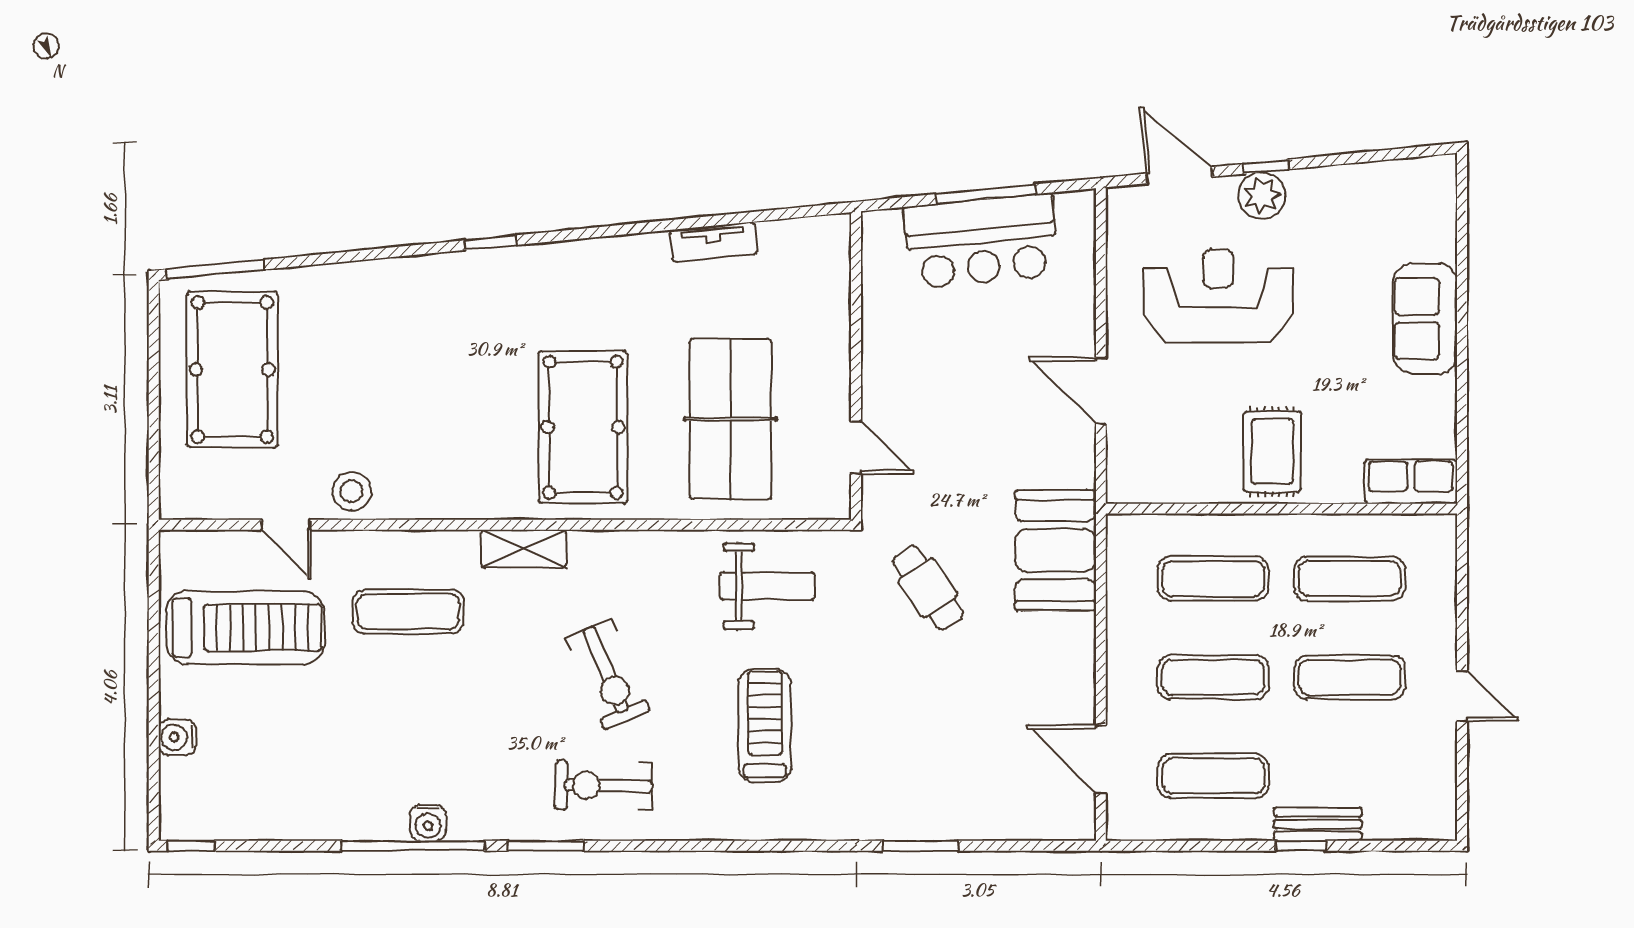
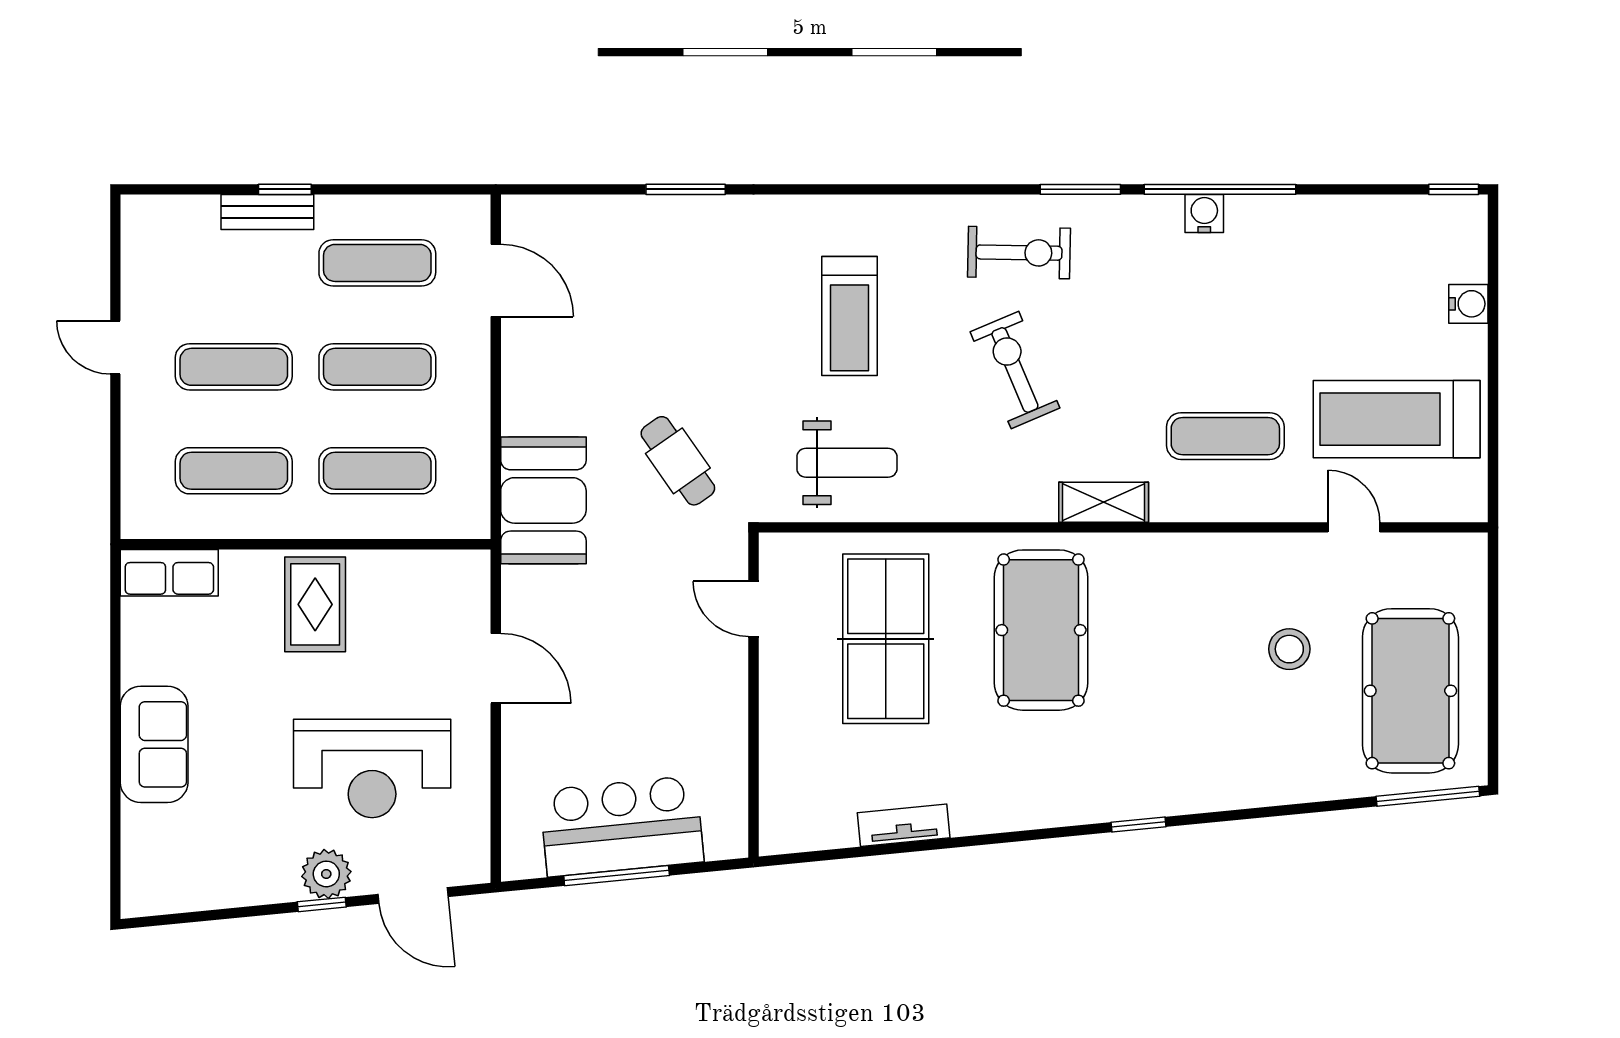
stool: (352, 491) -> (1289, 649), moved
weight bench: (767, 586) -> (847, 463), turned 180

